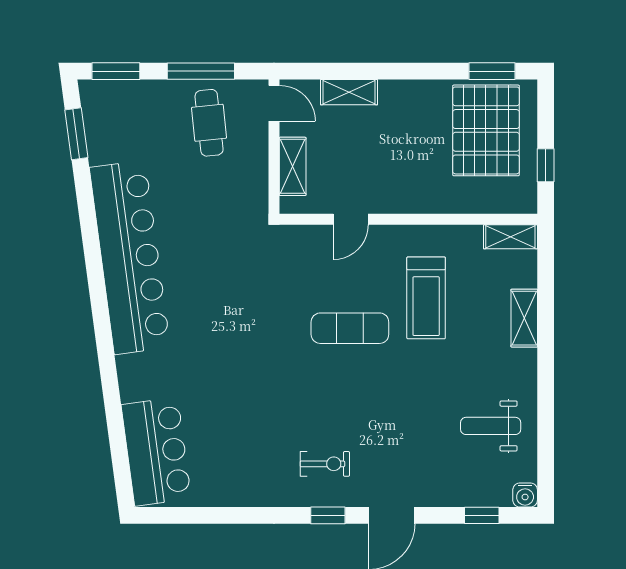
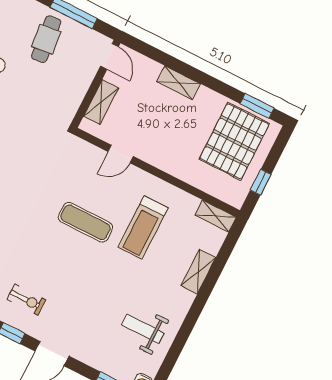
shelving: (349, 92) -> (179, 83), moved
cafe table: (209, 123) -> (46, 39), moved

